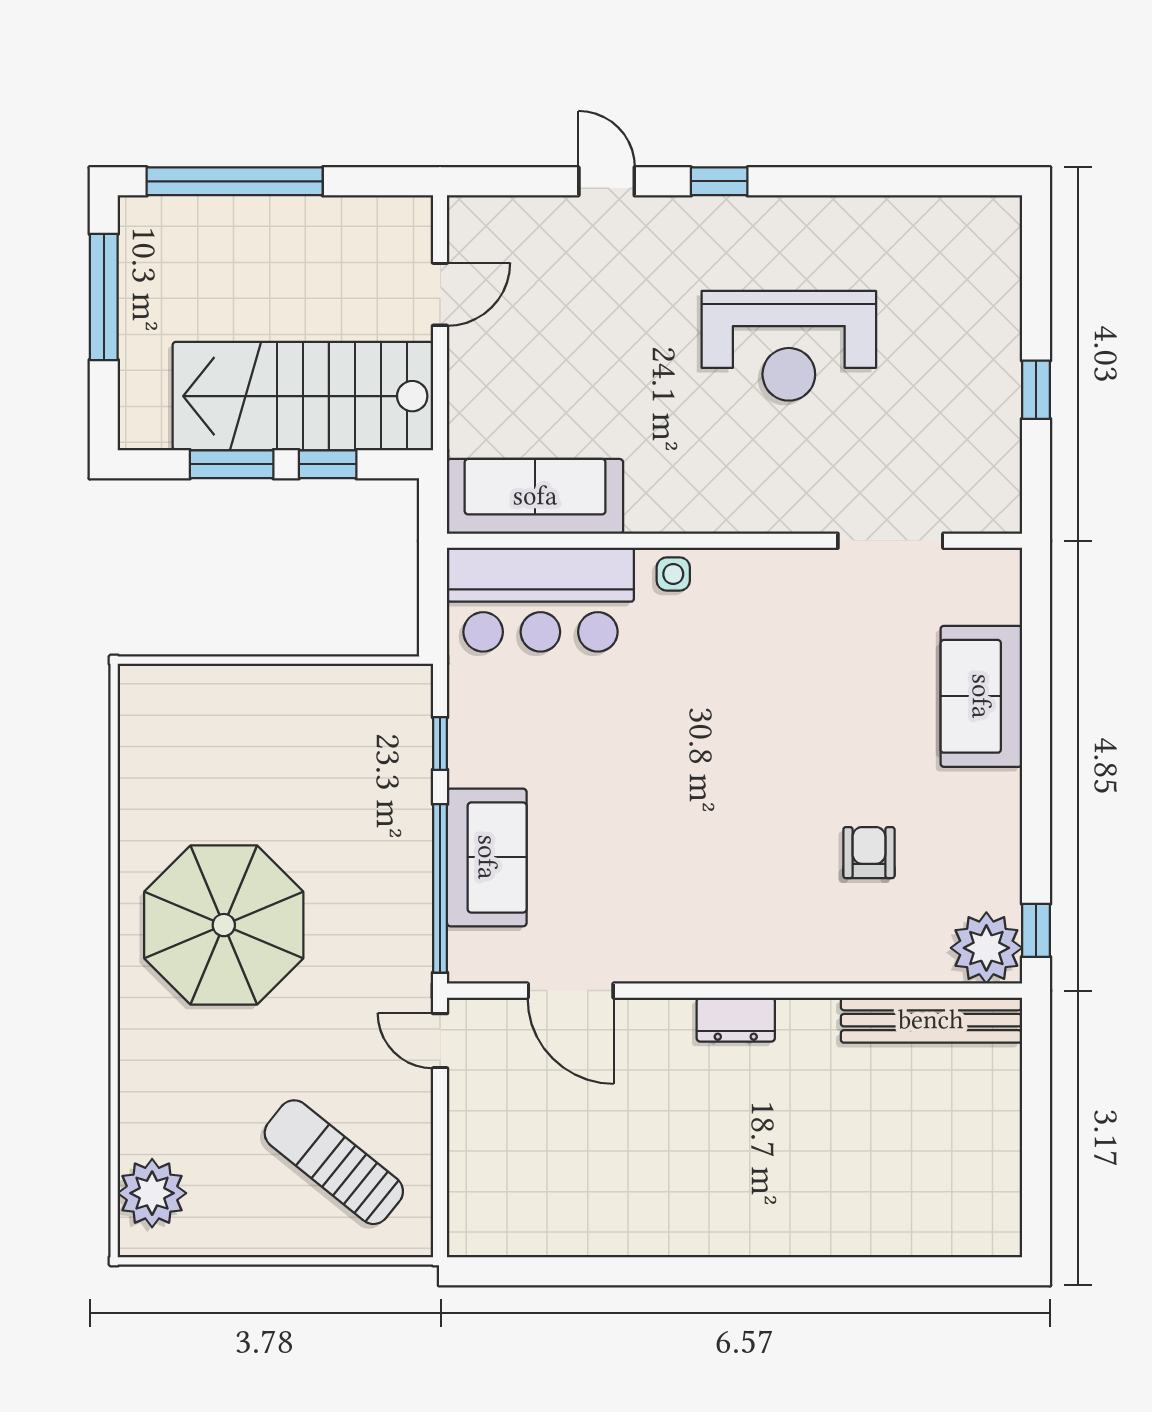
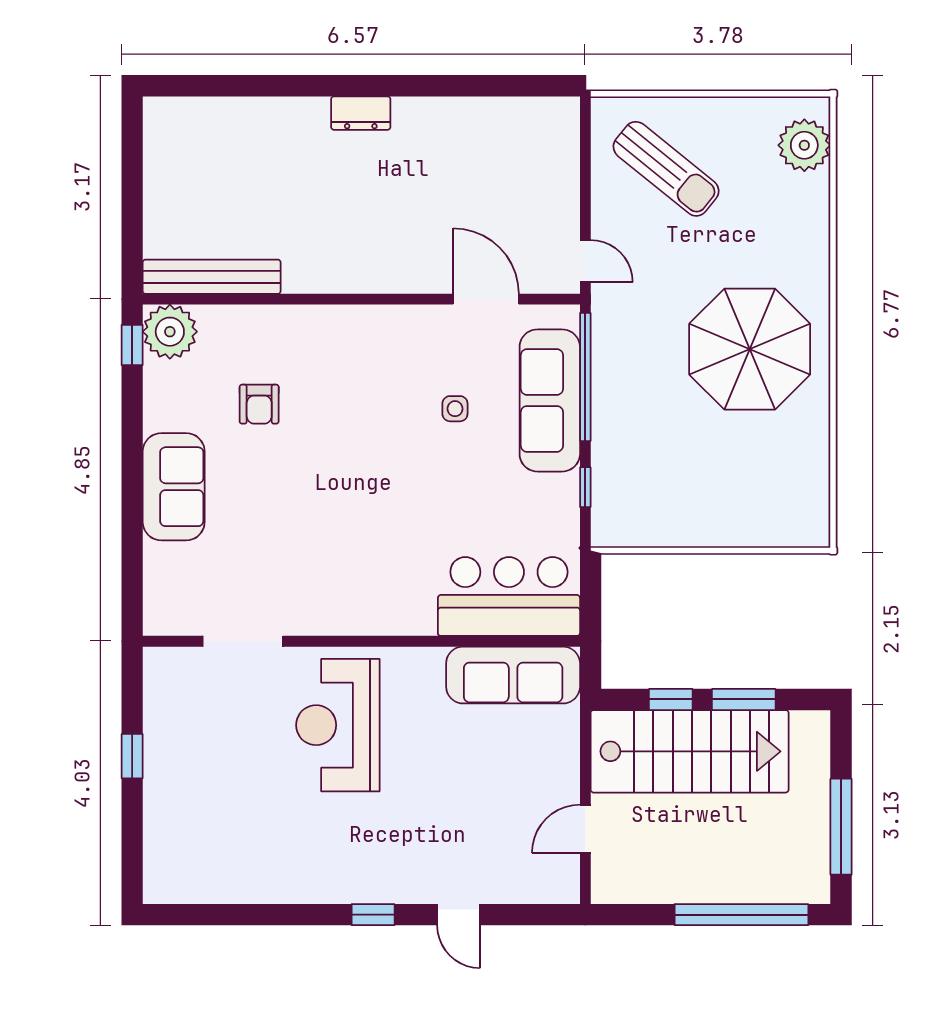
reception desk: (789, 346) -> (338, 725), moved, turned -90
side table: (673, 574) -> (455, 409), moved
sofa: (981, 696) -> (174, 487), moved
sofa: (487, 857) -> (550, 400), width x1.36
dresser: (736, 1020) -> (361, 113), moved, turned 180

